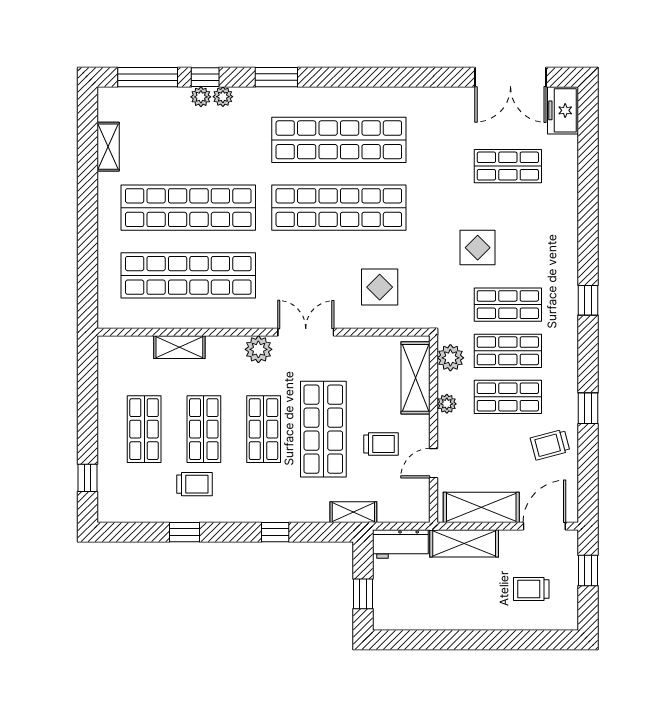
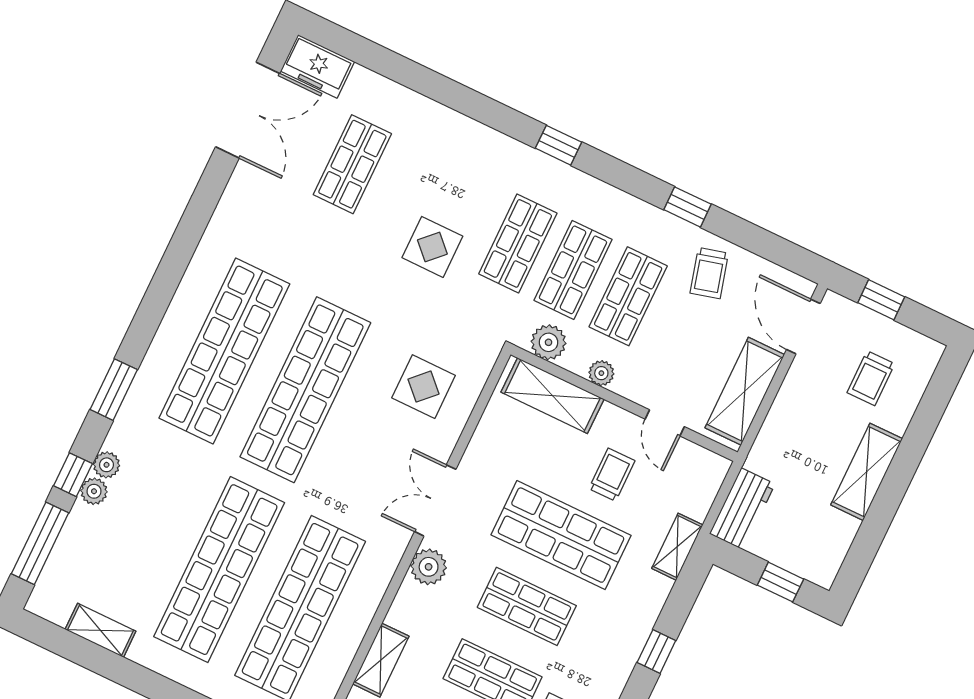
shelving: (464, 543) -> (867, 472), moved

